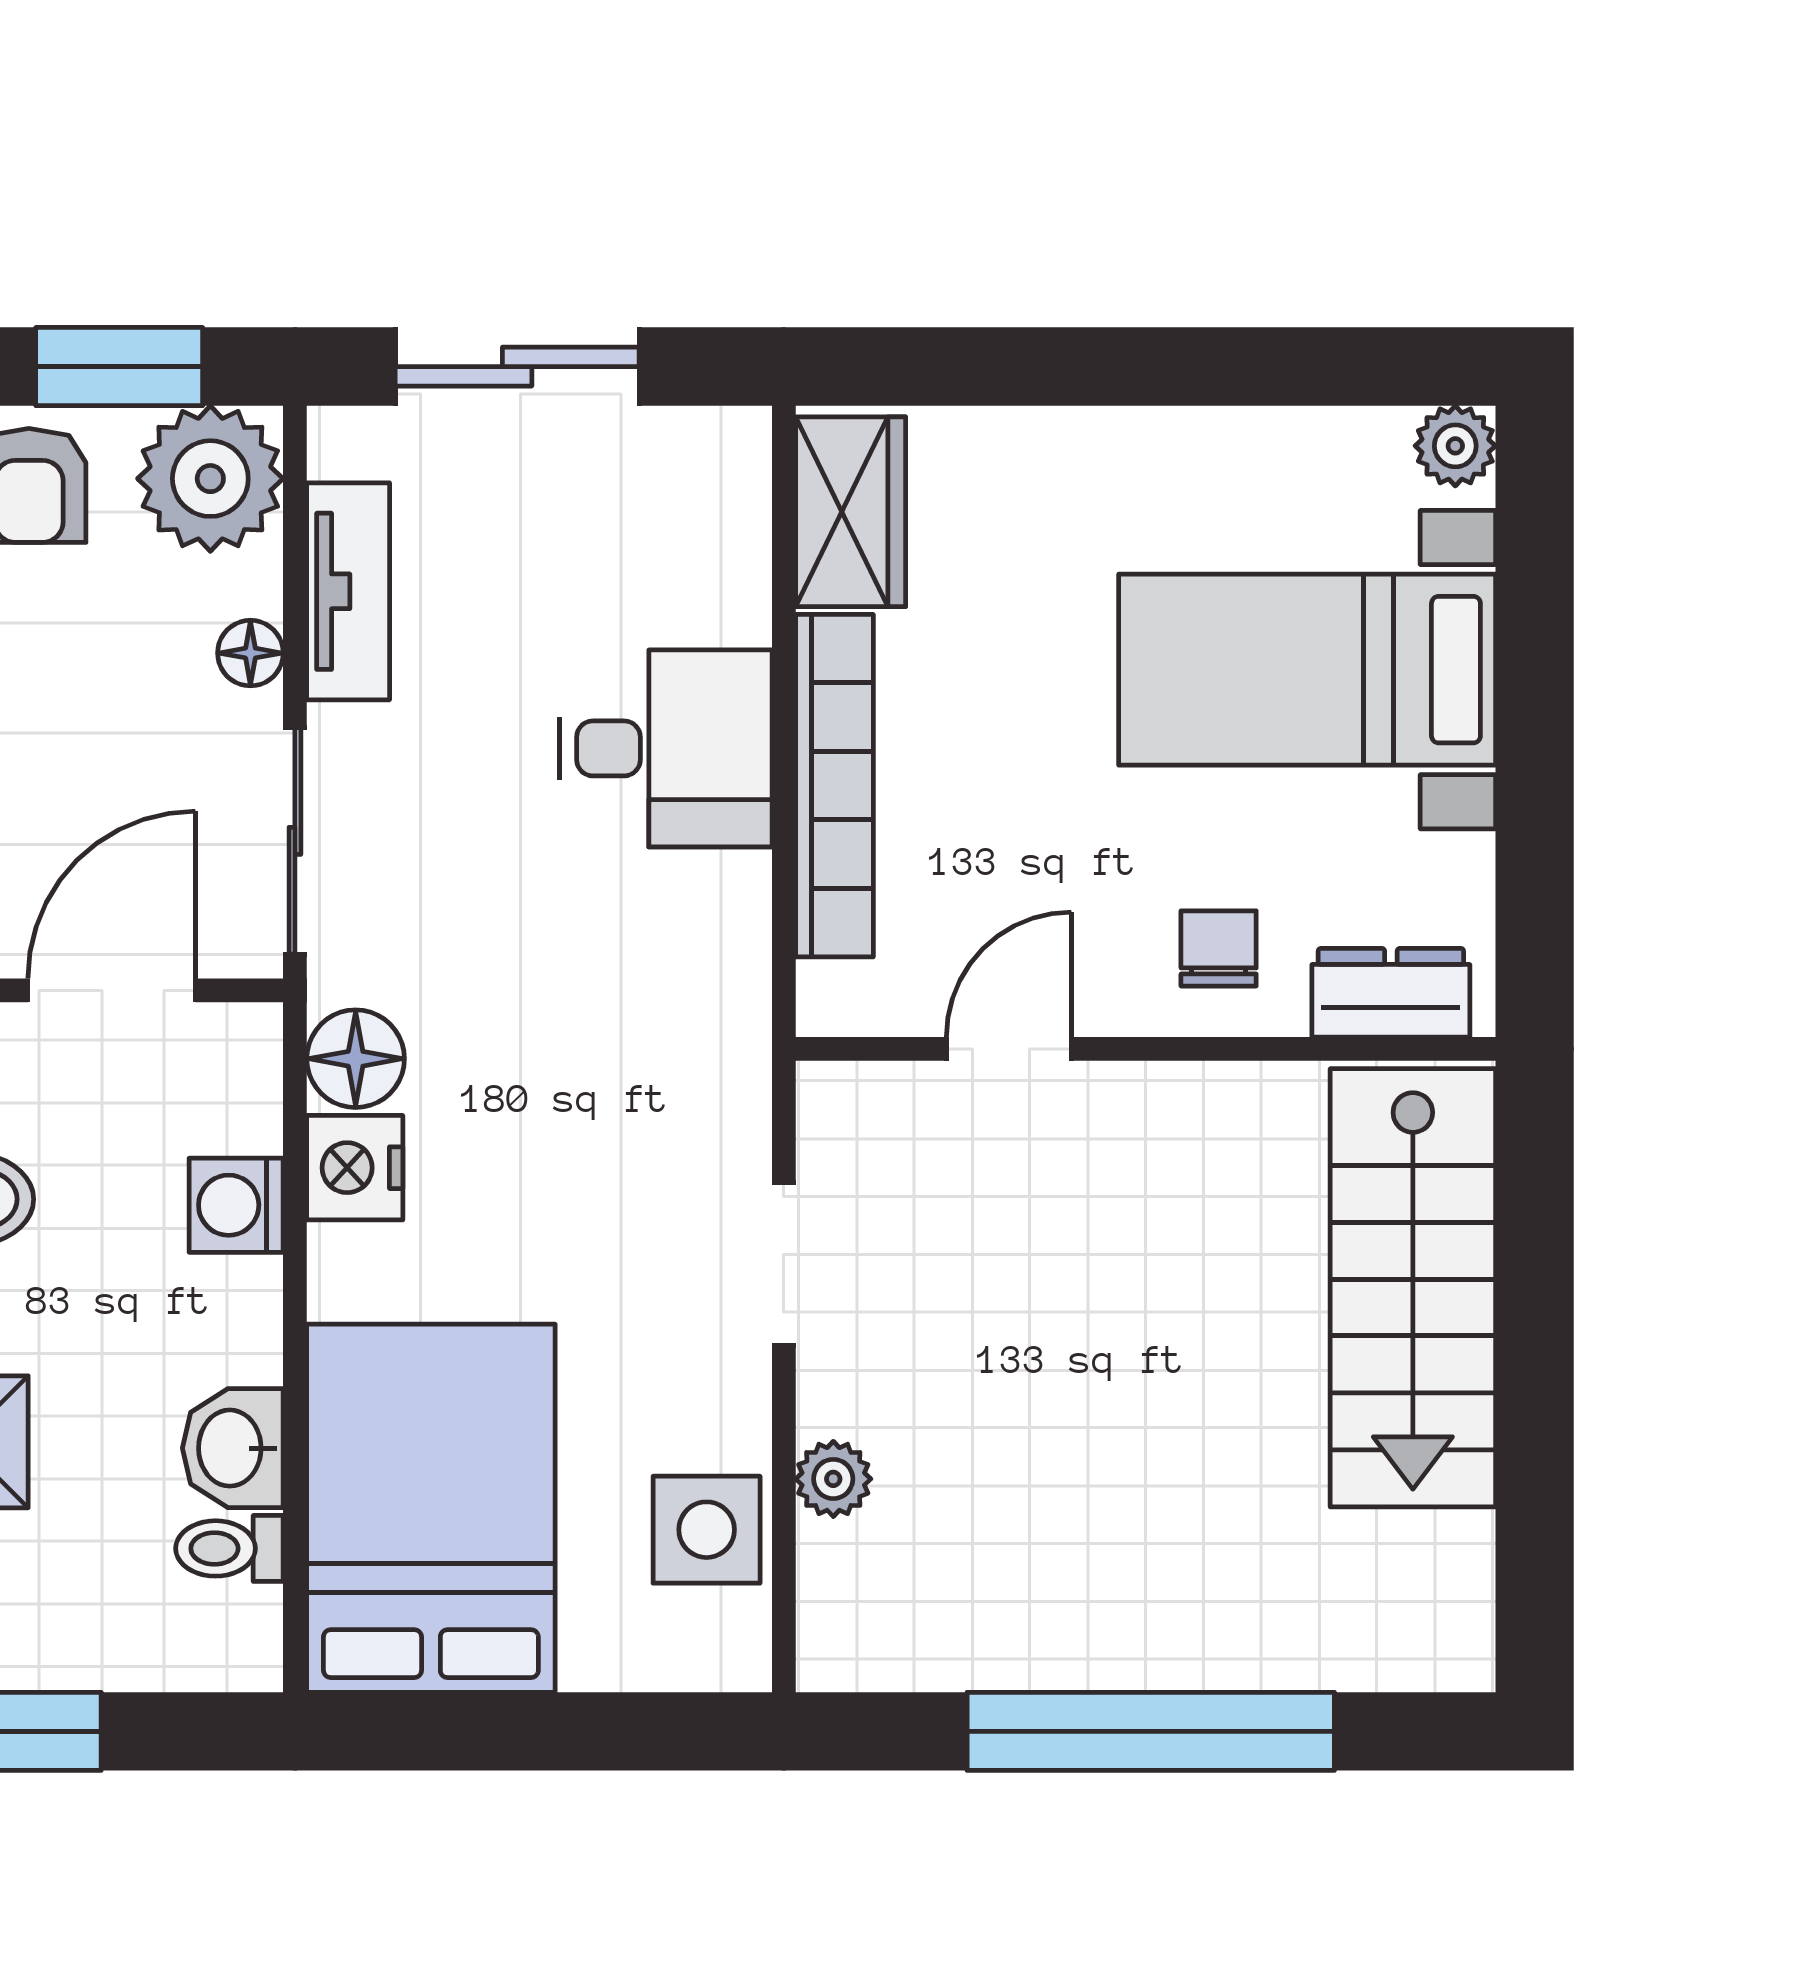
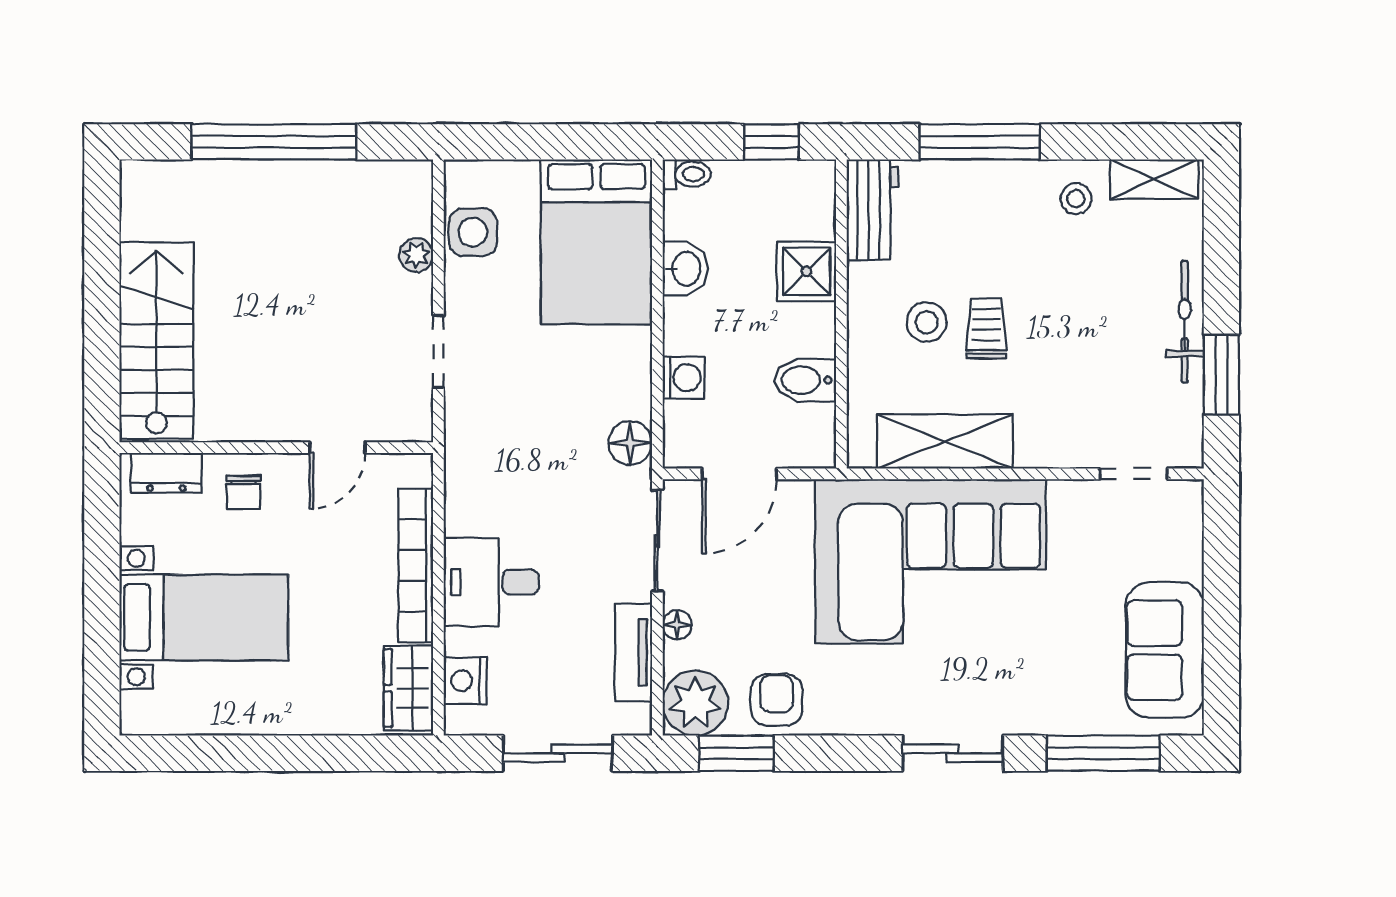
plant: (1455, 446) -> (137, 718), removed
nightstand: (355, 1168) -> (465, 681), moved, turned 180
toilet: (229, 1548) -> (687, 174), moved

